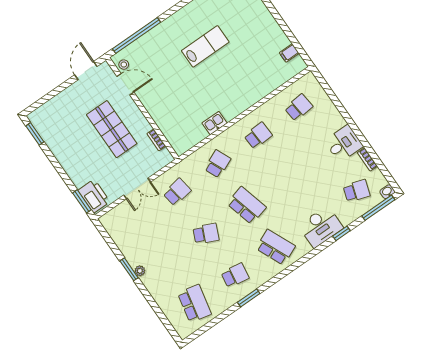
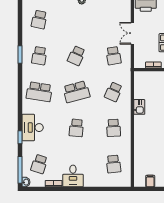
school desk: (218, 164) -> (114, 92), turned 48
school desk: (287, 177) -> (76, 128), added
school desk: (276, 247) -> (39, 92), turned 33
school desk: (194, 304) -> (39, 20), width x0.54

